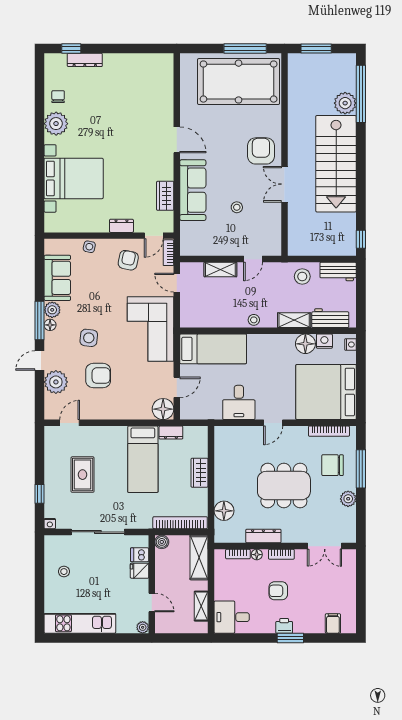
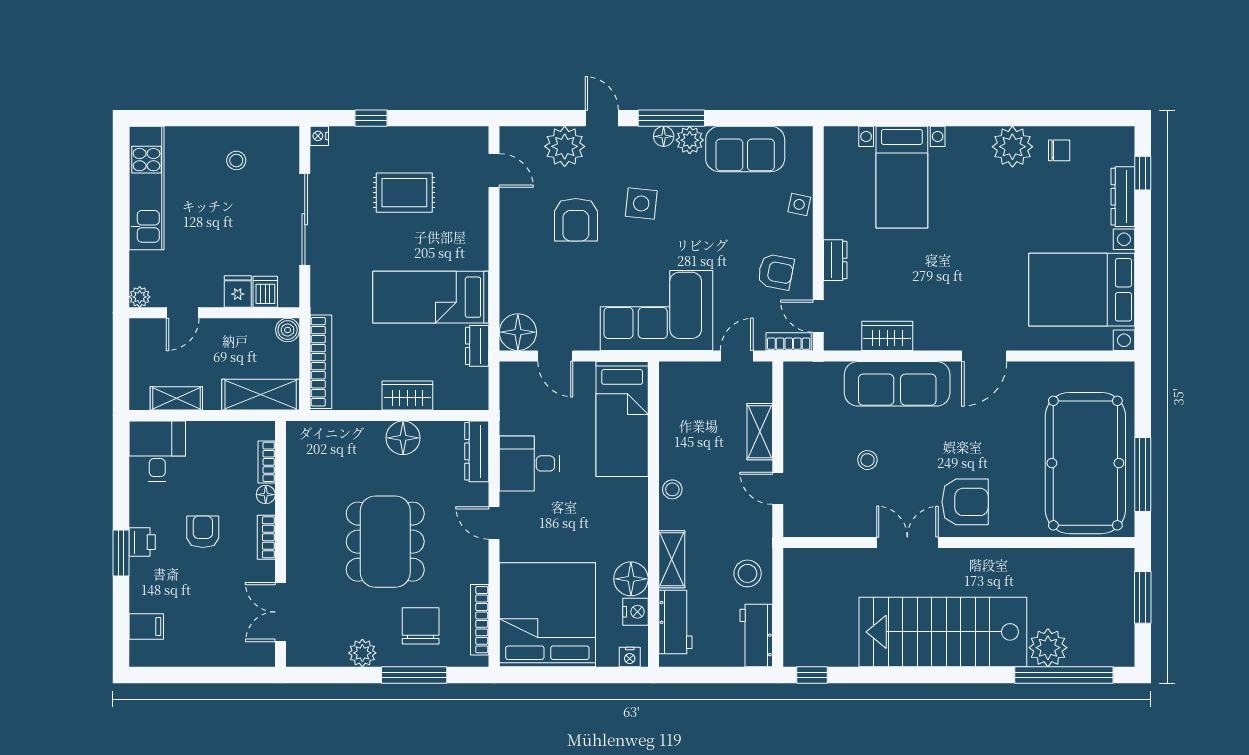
bed with nightstands: (139, 84) -> (1082, 290), added
bed with nightstands: (74, 178) -> (902, 177), width x0.73
floor lamp: (224, 511) -> (403, 438), moved
dresser: (263, 536) -> (477, 451), moved, turned 180

